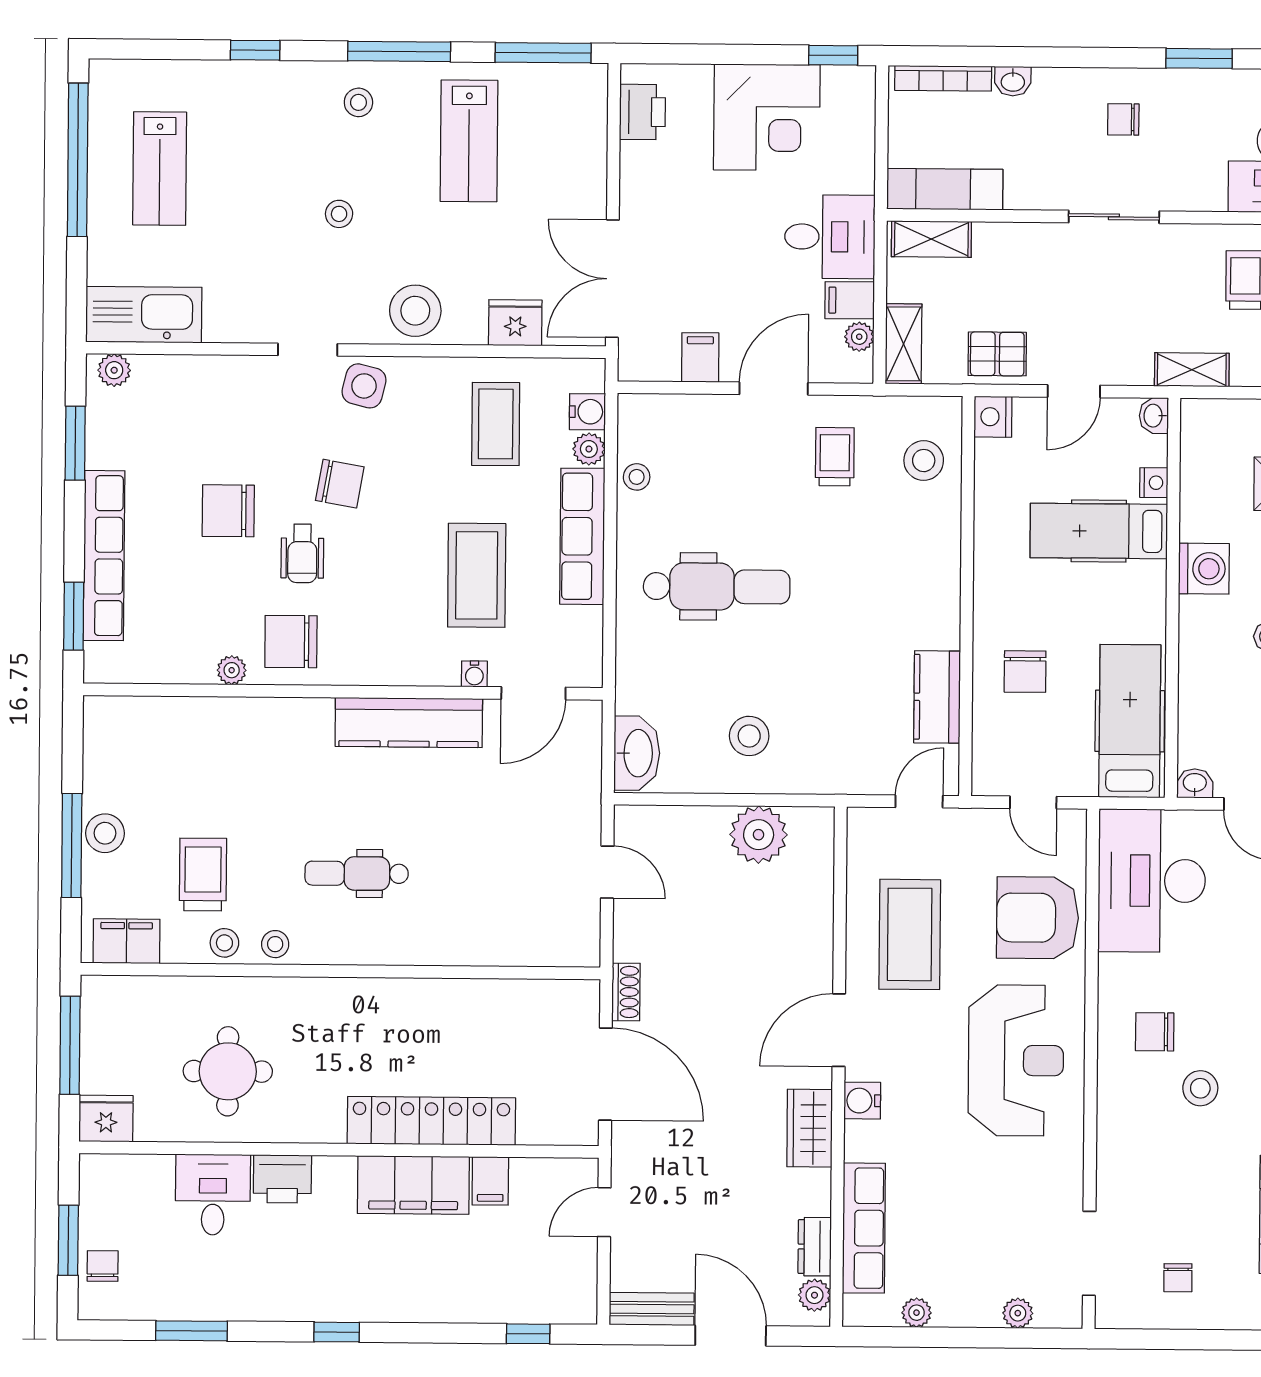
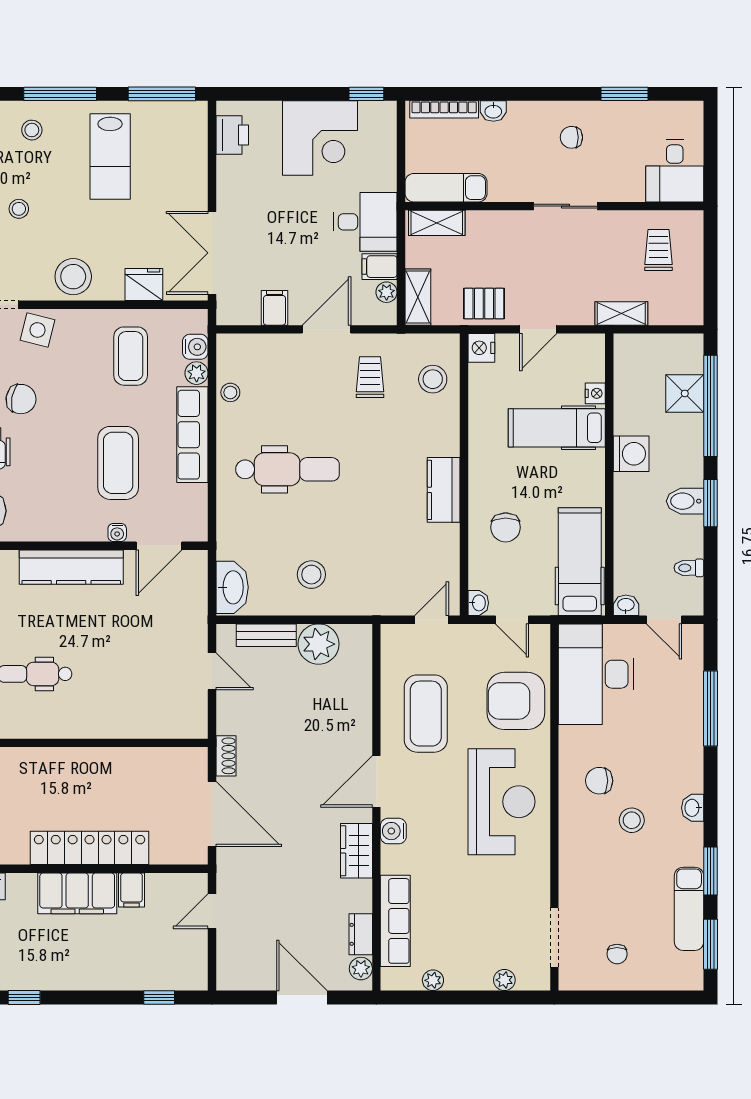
washbasin: (1154, 416) -> (478, 603), moved, turned 180
kitchen counter: (937, 697) -> (444, 490), moved
bench: (652, 1309) -> (266, 635), moved

